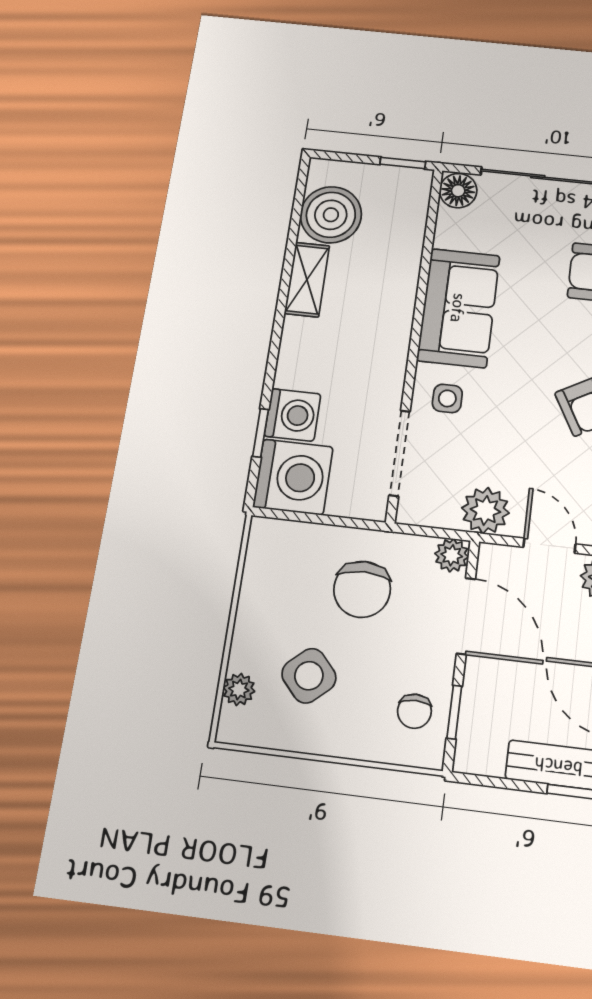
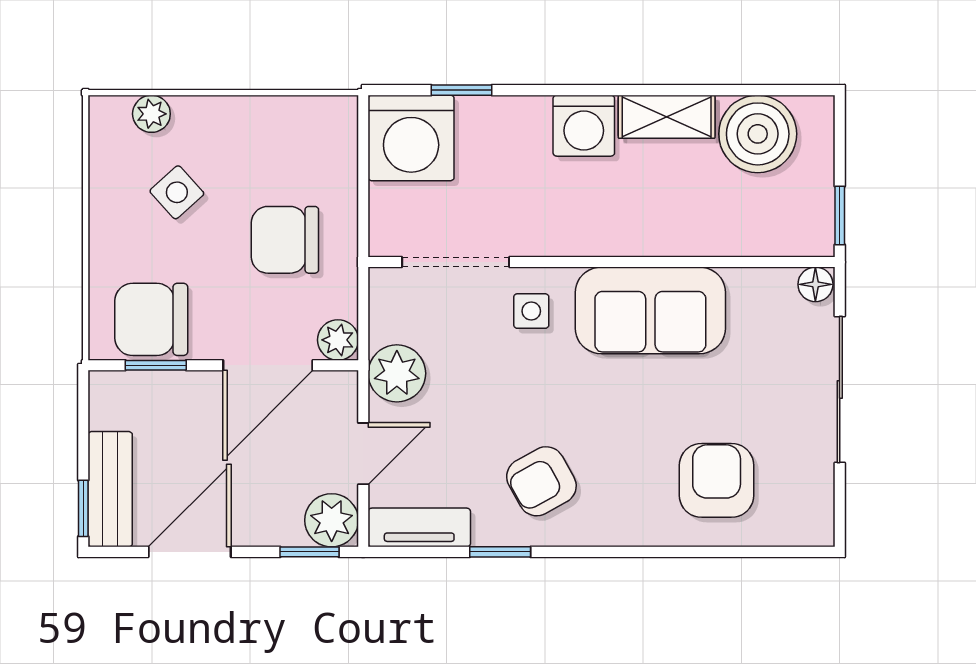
floor lamp: (458, 191) -> (815, 284), width x0.73, depth x0.73
washing machine: (293, 415) -> (584, 126), moved
side table: (309, 676) -> (177, 192), width x0.73, depth x0.73
chair: (414, 711) -> (151, 319), width x1.87, depth x1.87

